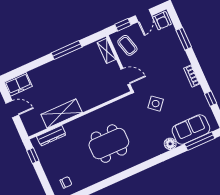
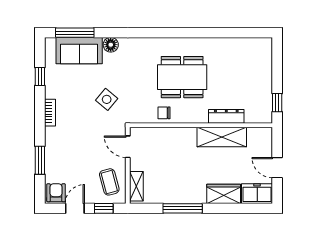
wardrobe: (42, 73) -> (224, 194), added
dresser: (51, 136) -> (226, 116), moved
chair: (66, 182) -> (164, 113), moved

